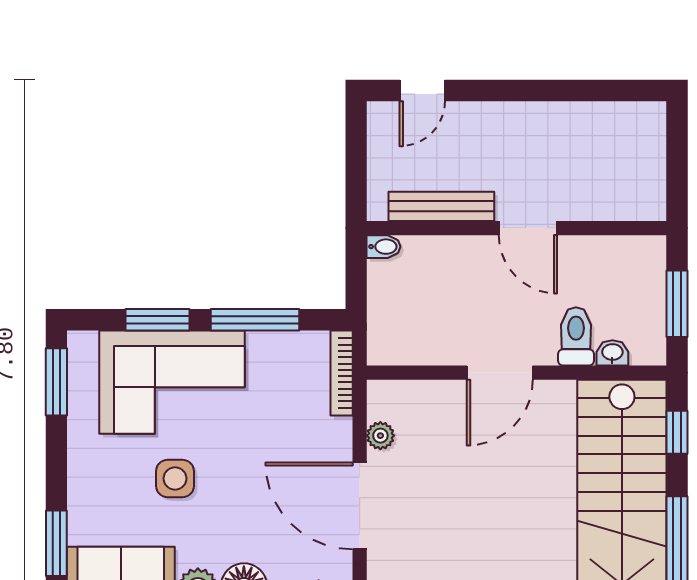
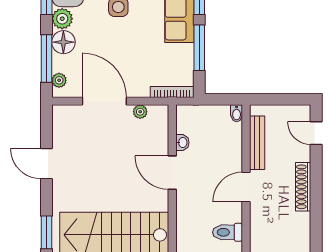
shoe rack: (528, 116) -> (303, 187), added
toilet: (576, 336) -> (227, 232), moved, turned 180
washbasin: (612, 353) -> (182, 143), moved
door: (360, 506) -> (104, 101), hinge flipped

